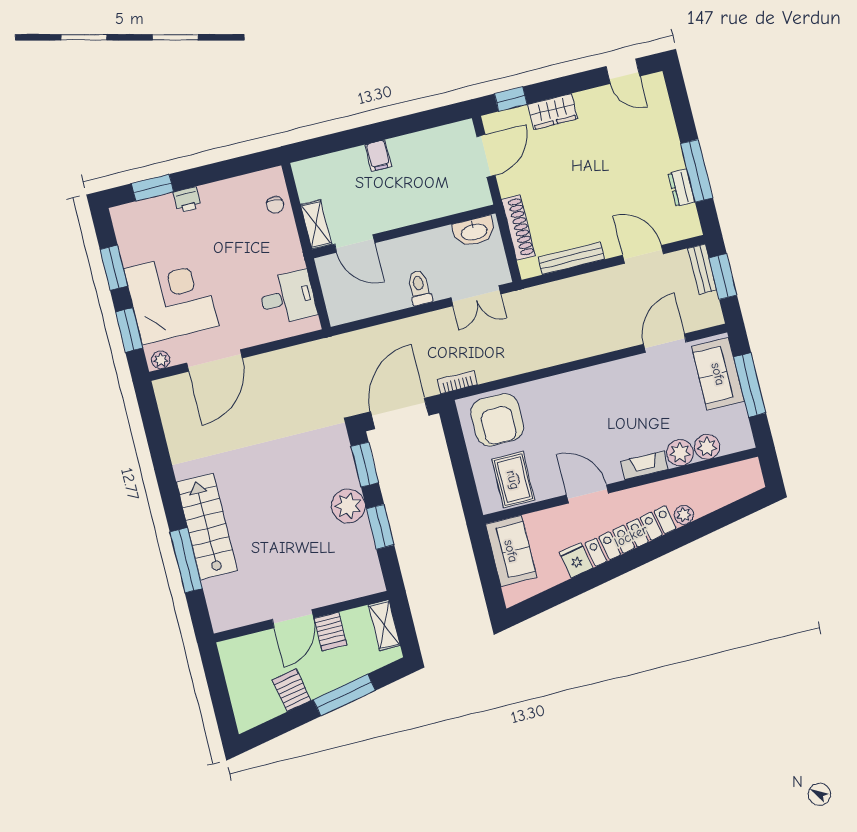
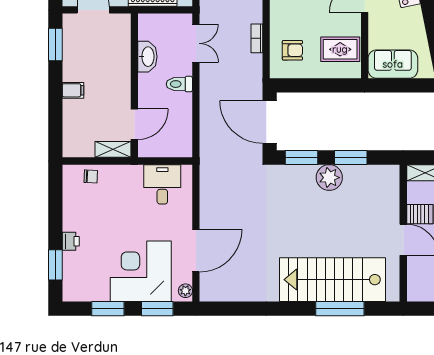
window: (431, 119) -> (55, 44), added
washbasin: (474, 231) -> (147, 57), moved
door: (214, 361) -> (196, 251), hinge flipped
bookcase: (457, 382) -> (257, 38), moved
armchair: (497, 420) -> (292, 50), width x0.53, depth x0.53
stairs: (207, 526) -> (333, 280), width x1.36, depth x1.51
fridge: (576, 560) -> (412, 17), removed

